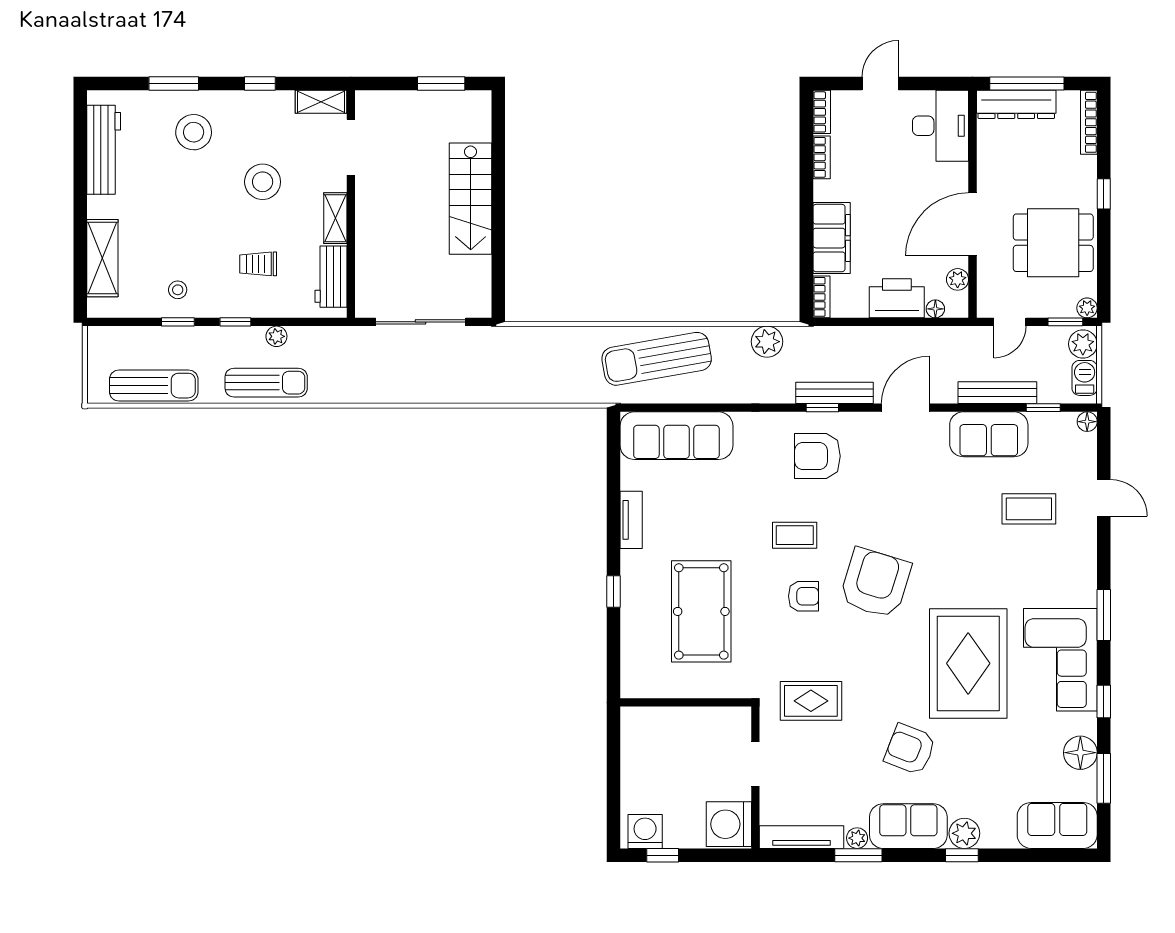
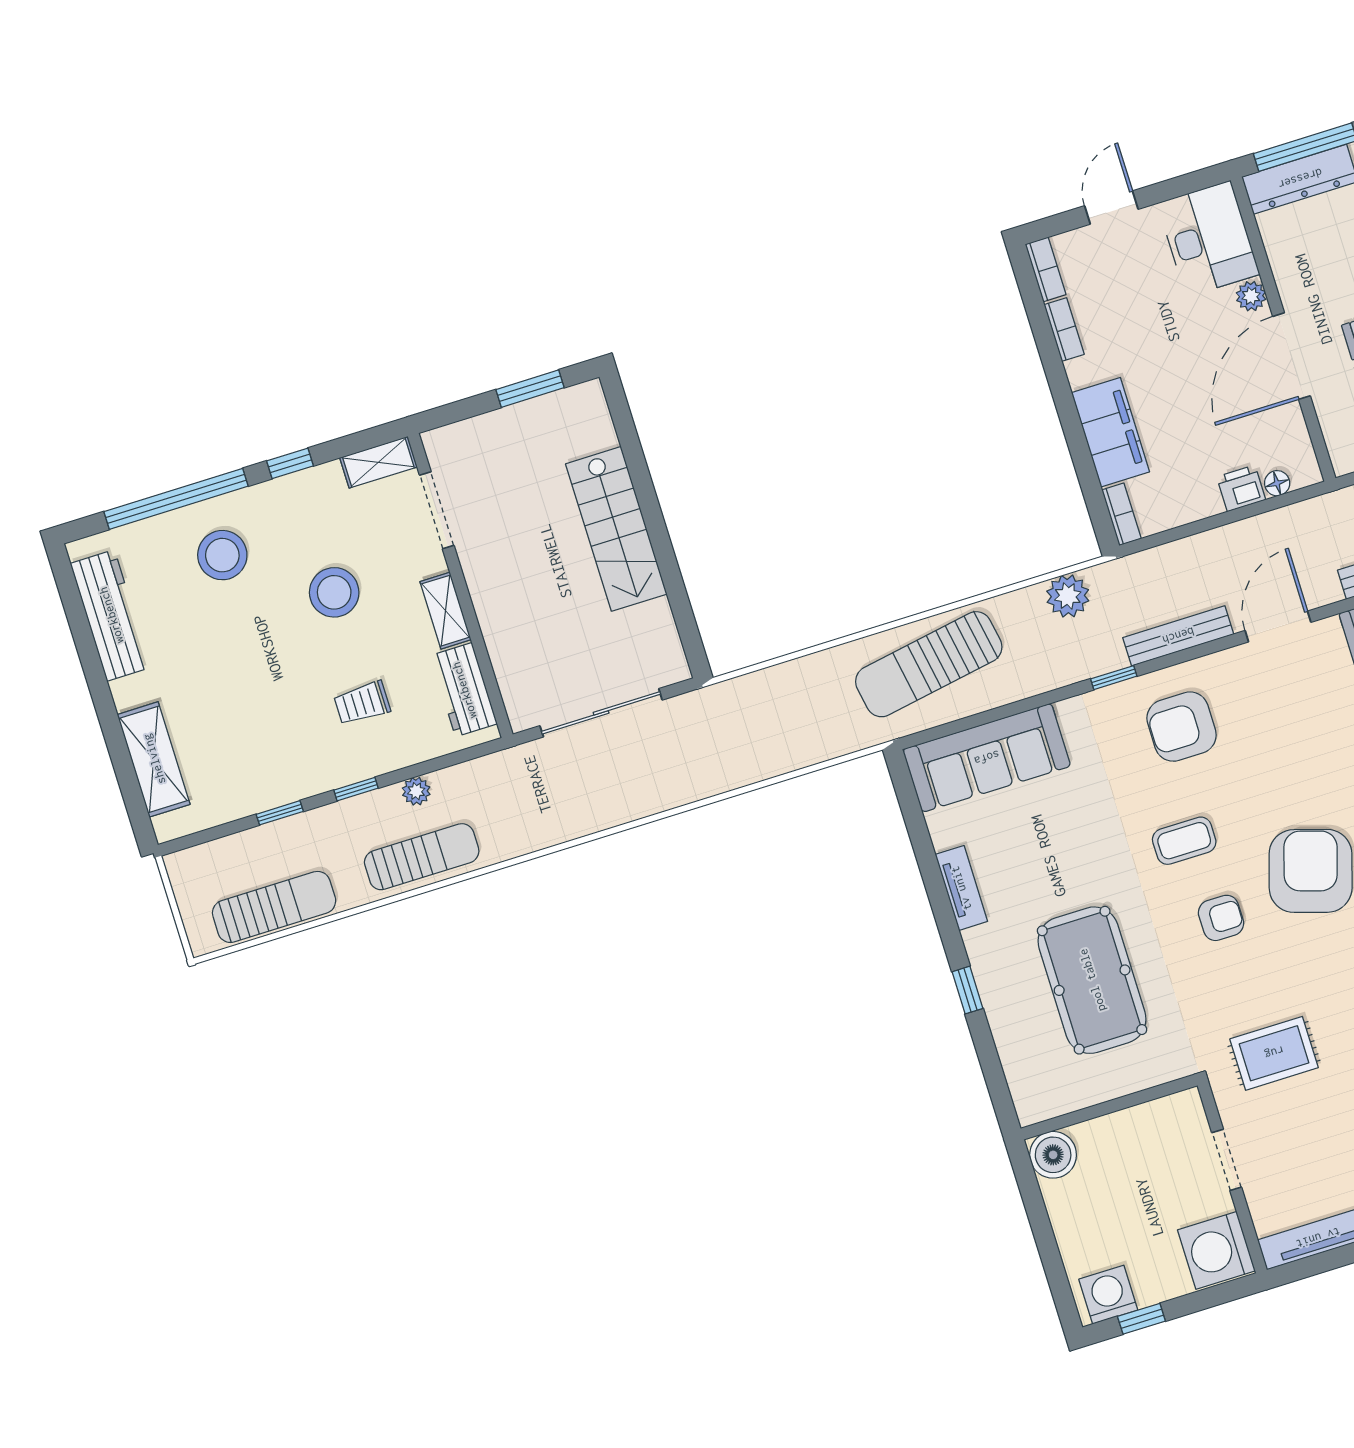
window: (174, 84) -> (176, 499), width x2.11
plant: (958, 279) -> (1251, 296), moved
stool: (178, 290) -> (266, 770), removed
printer: (897, 298) -> (1241, 488), width x0.53, depth x0.68
window: (822, 408) -> (1114, 678), moved
boiler: (637, 723) -> (1053, 1155), added

